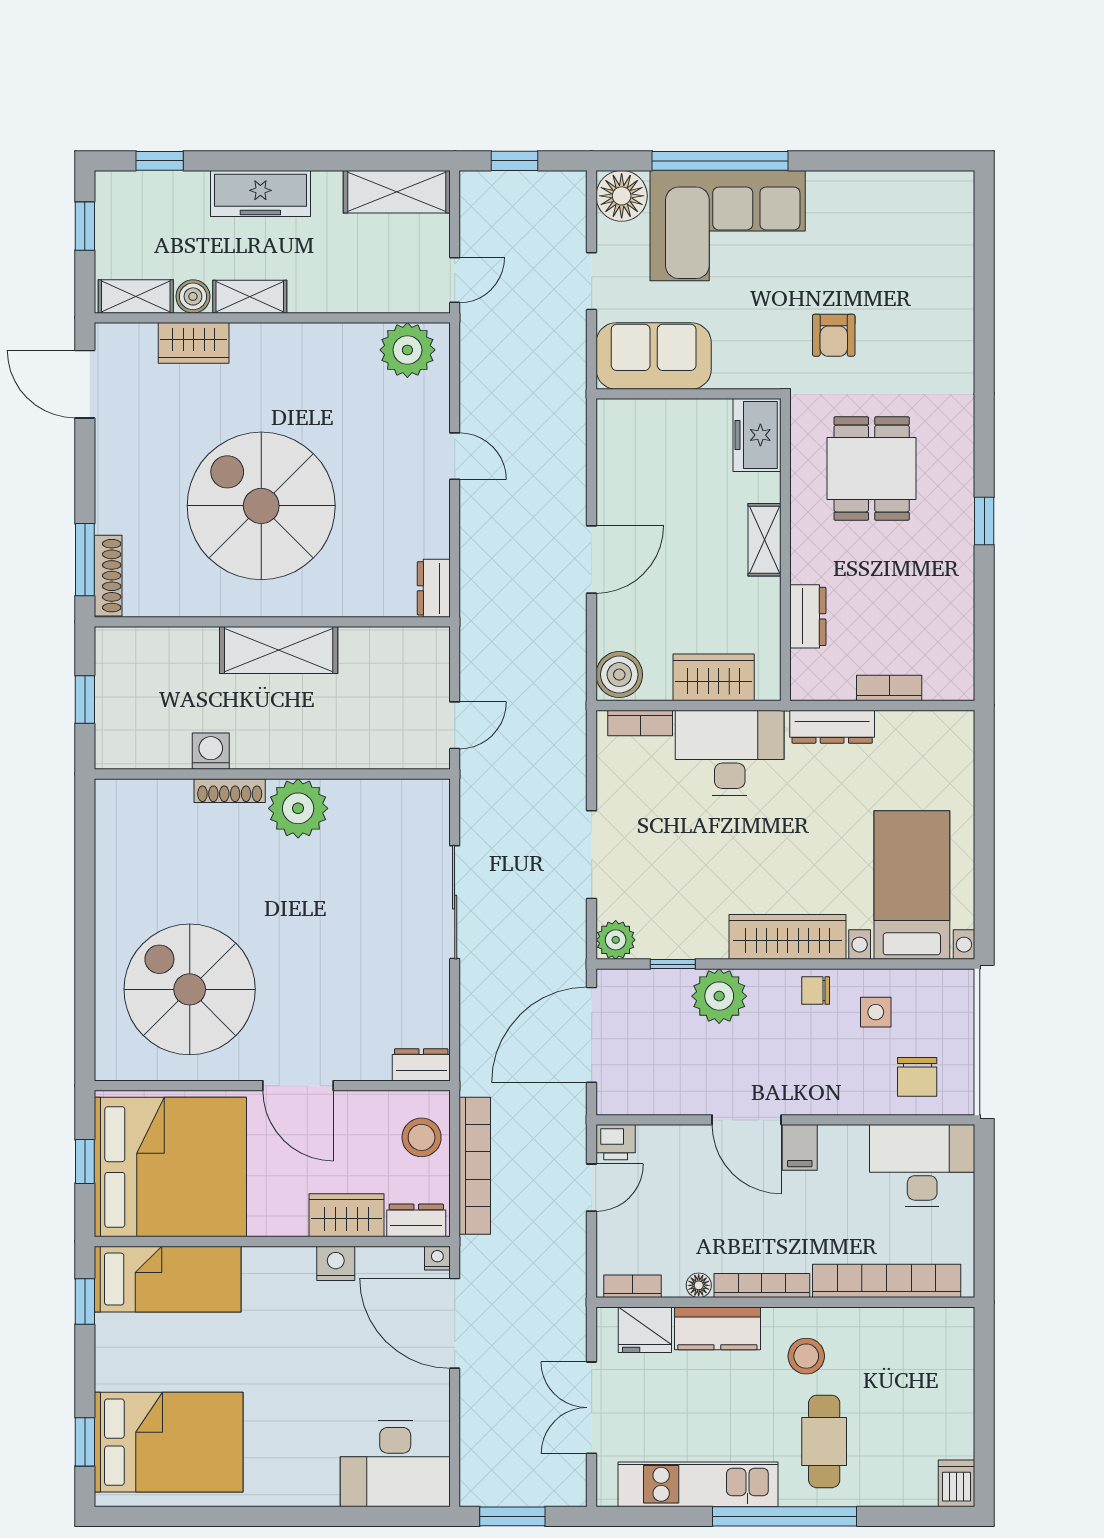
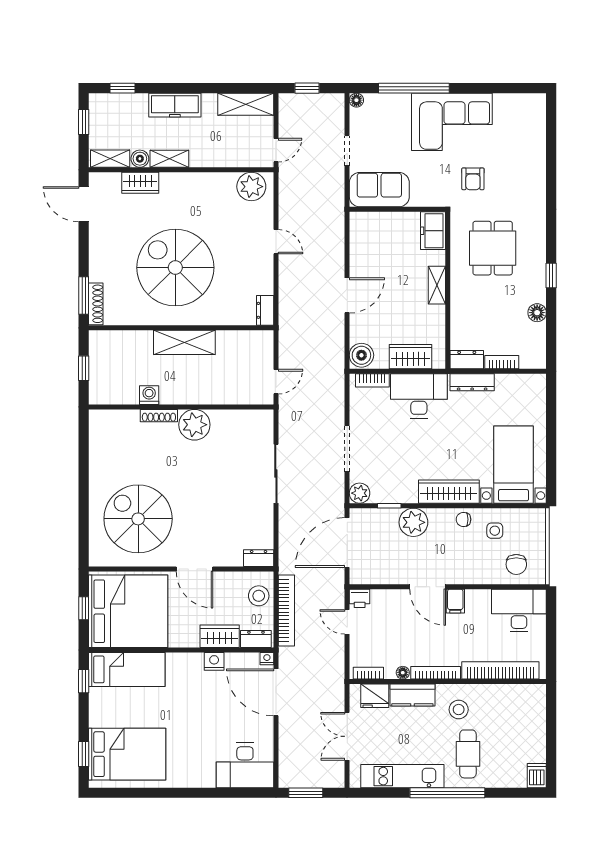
floor lamp: (622, 196) -> (356, 100), width x0.53, depth x0.53
corner sofa: (728, 226) -> (452, 122), moved
floor lamp: (957, 593) -> (537, 313), added
dresser: (808, 616) -> (467, 360), moved, turned -90
door: (592, 1188) -> (347, 622), swing flipped

